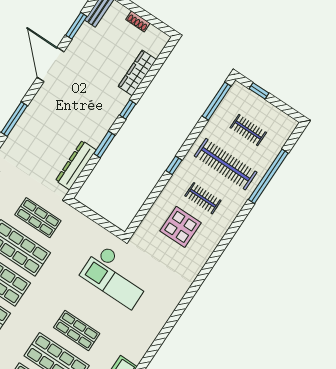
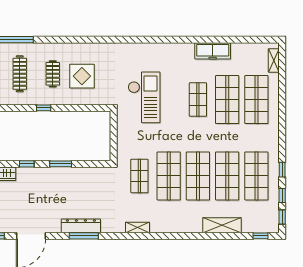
clothes rail: (226, 164) -> (20, 74), width x0.73, depth x0.76
dresser: (76, 165) -> (81, 226), moved, turned 180

